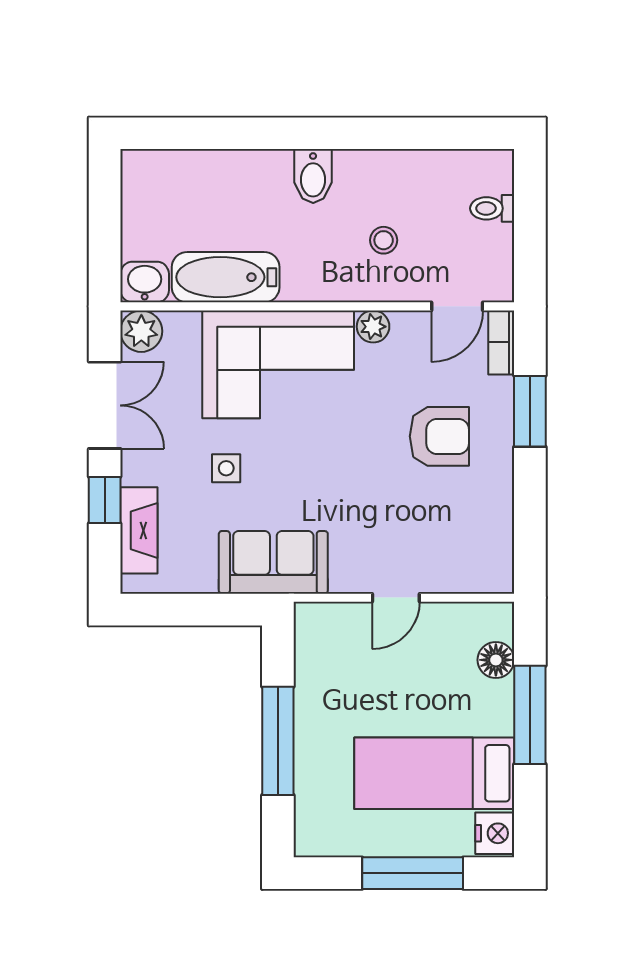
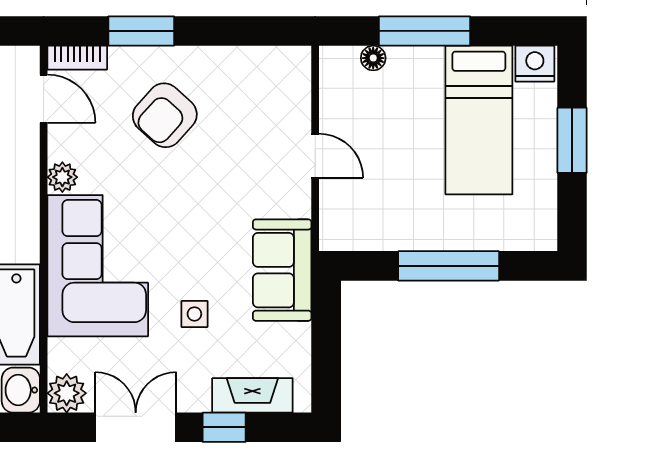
armchair: (439, 436) -> (165, 115), turned -138
floor lamp: (496, 660) -> (373, 58), width x0.73, depth x0.73
window: (413, 873) -> (572, 140), width x0.69

